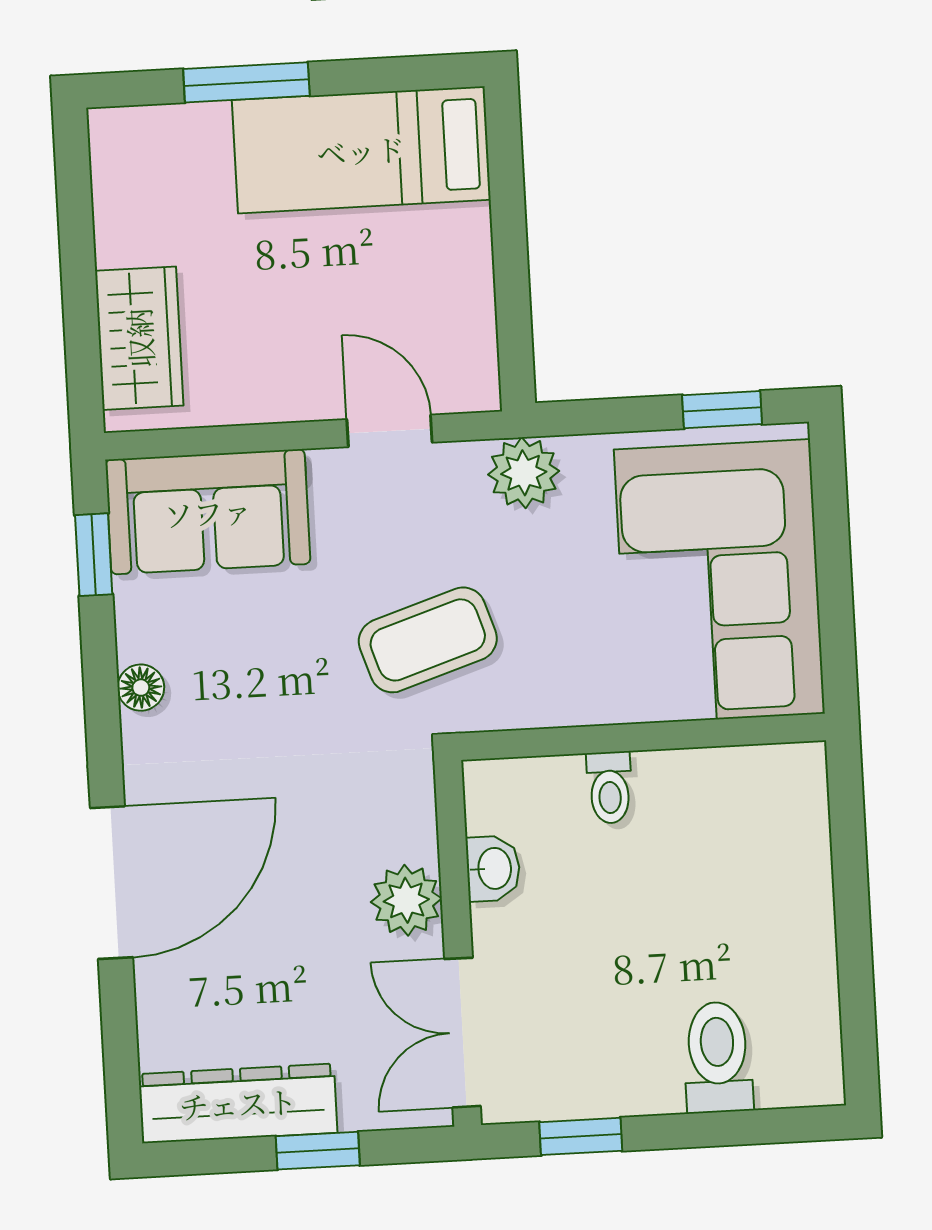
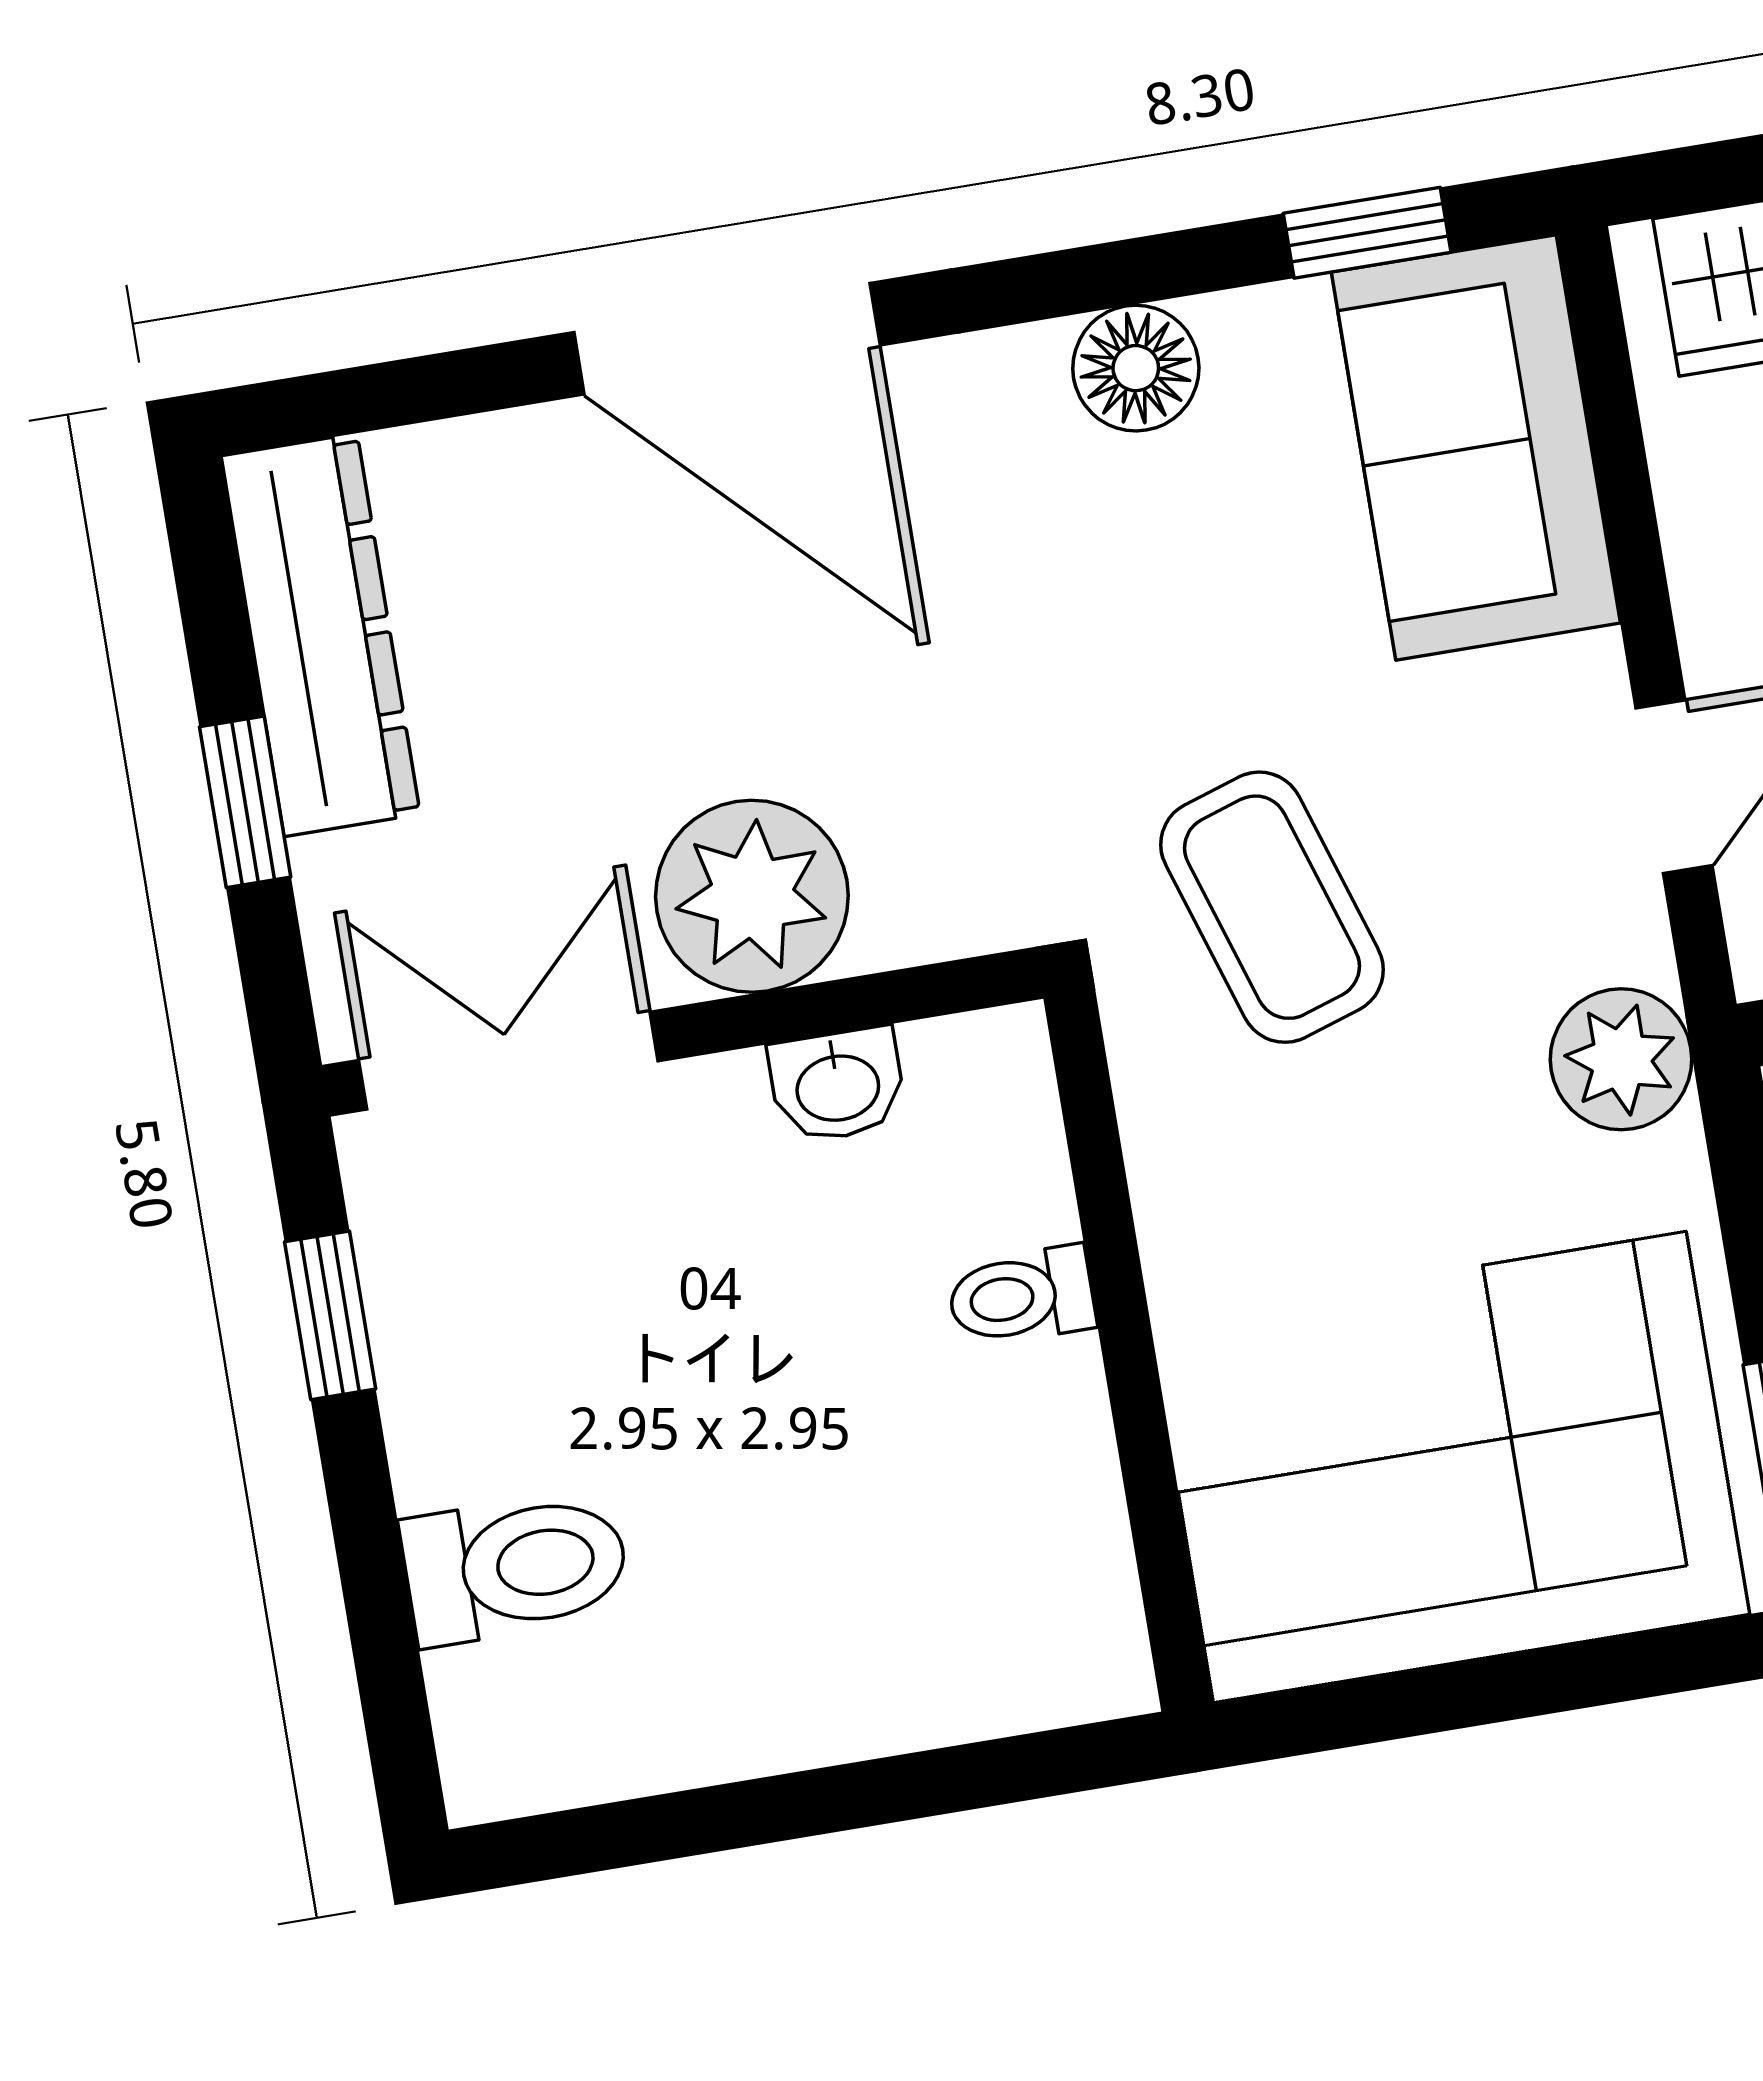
floor lamp: (141, 688) -> (1136, 368), width x1.37, depth x1.37
plant: (406, 900) -> (752, 896), width x1.36, depth x1.36

